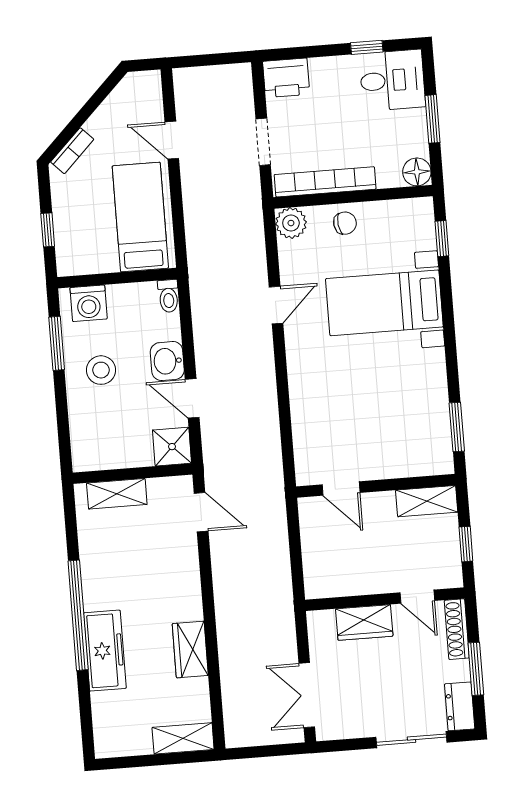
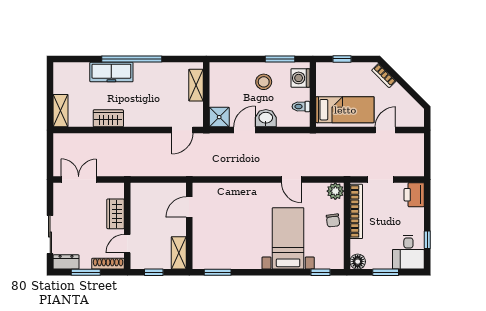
toilet: (168, 296) -> (301, 107), moved

